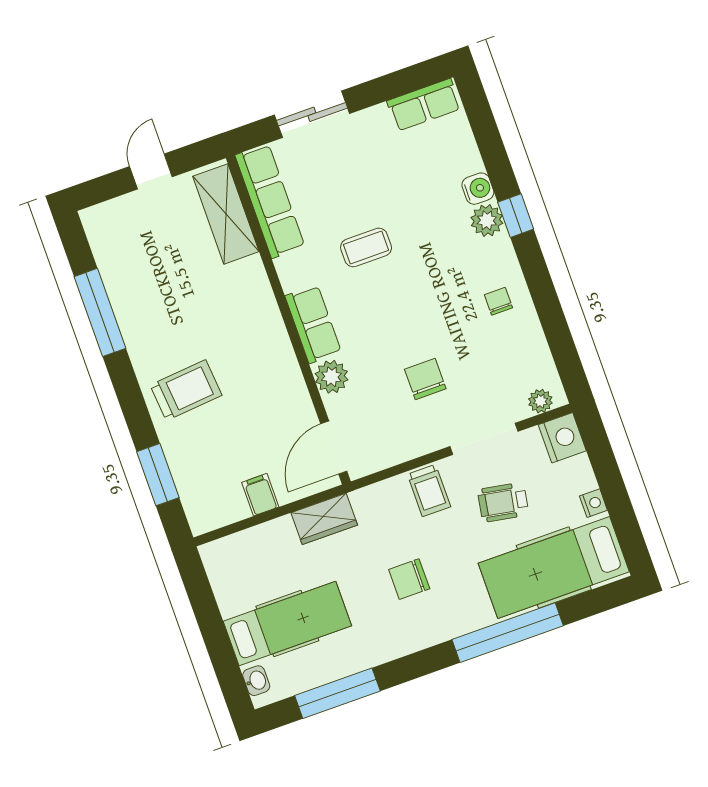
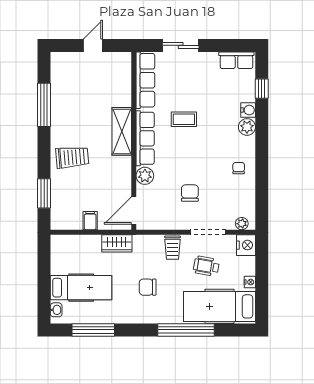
shelving: (226, 214) -> (122, 131), moved
window: (516, 216) -> (262, 89), moved
row of seats: (313, 324) -> (145, 138), width x1.48

